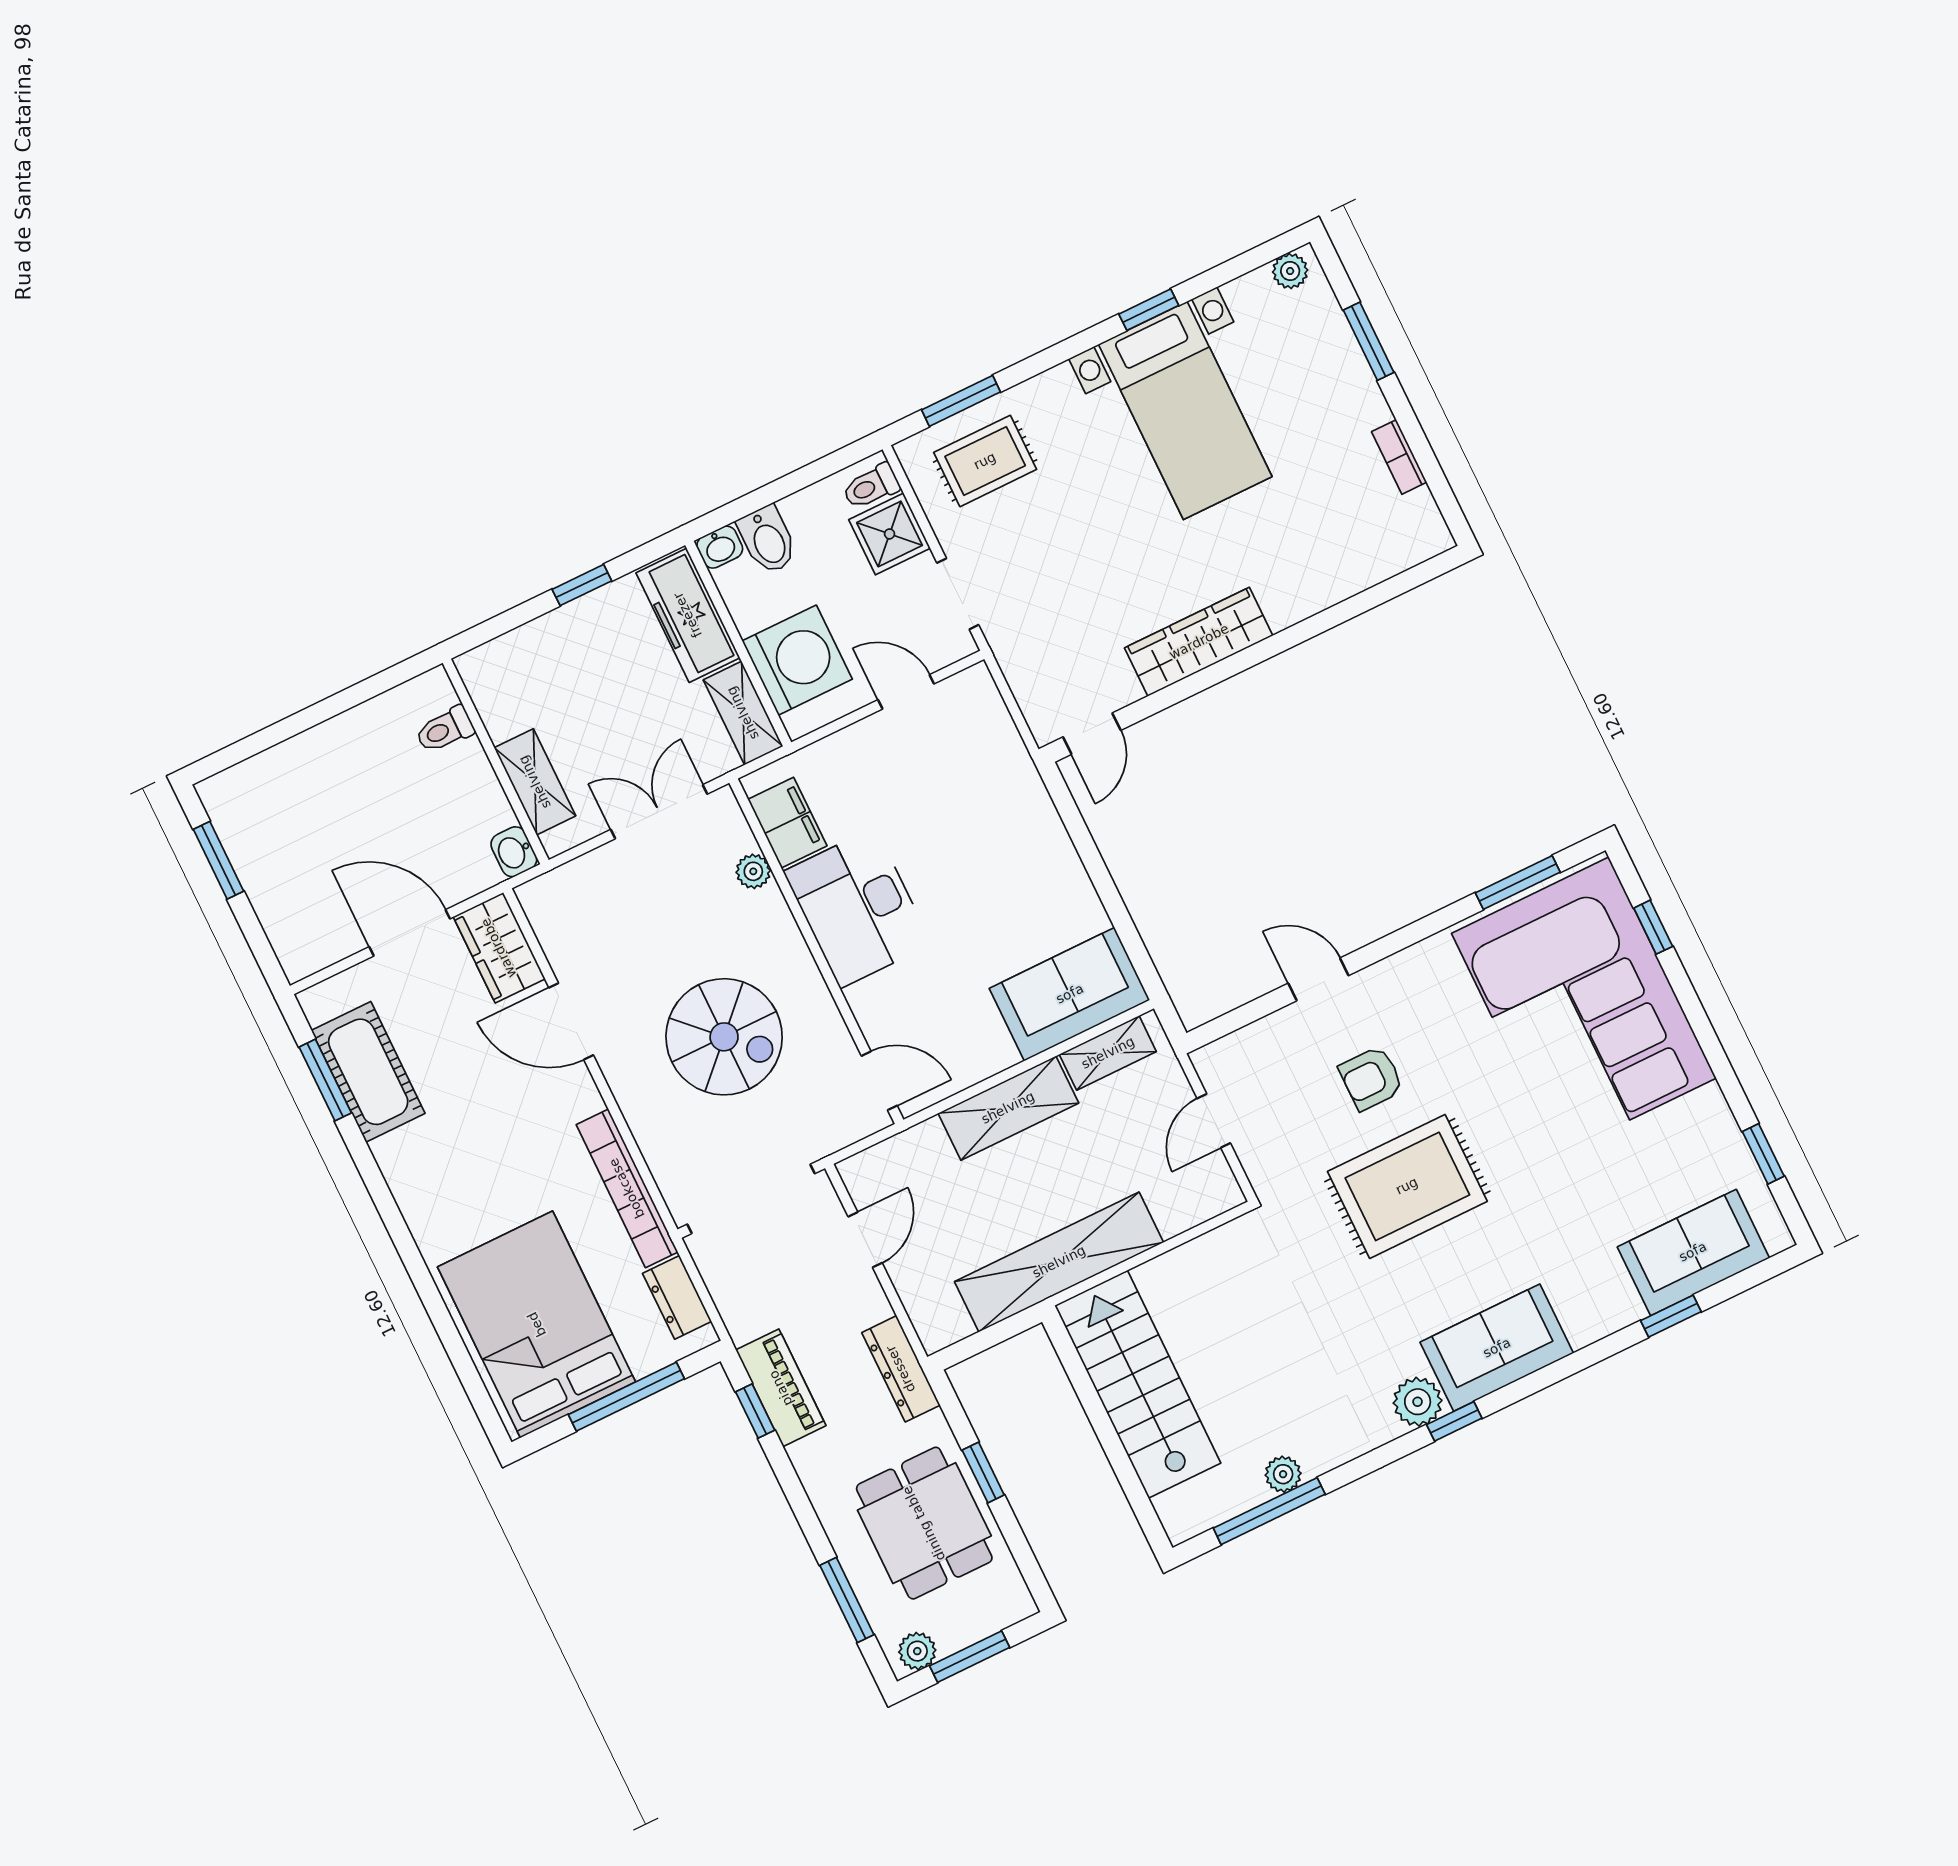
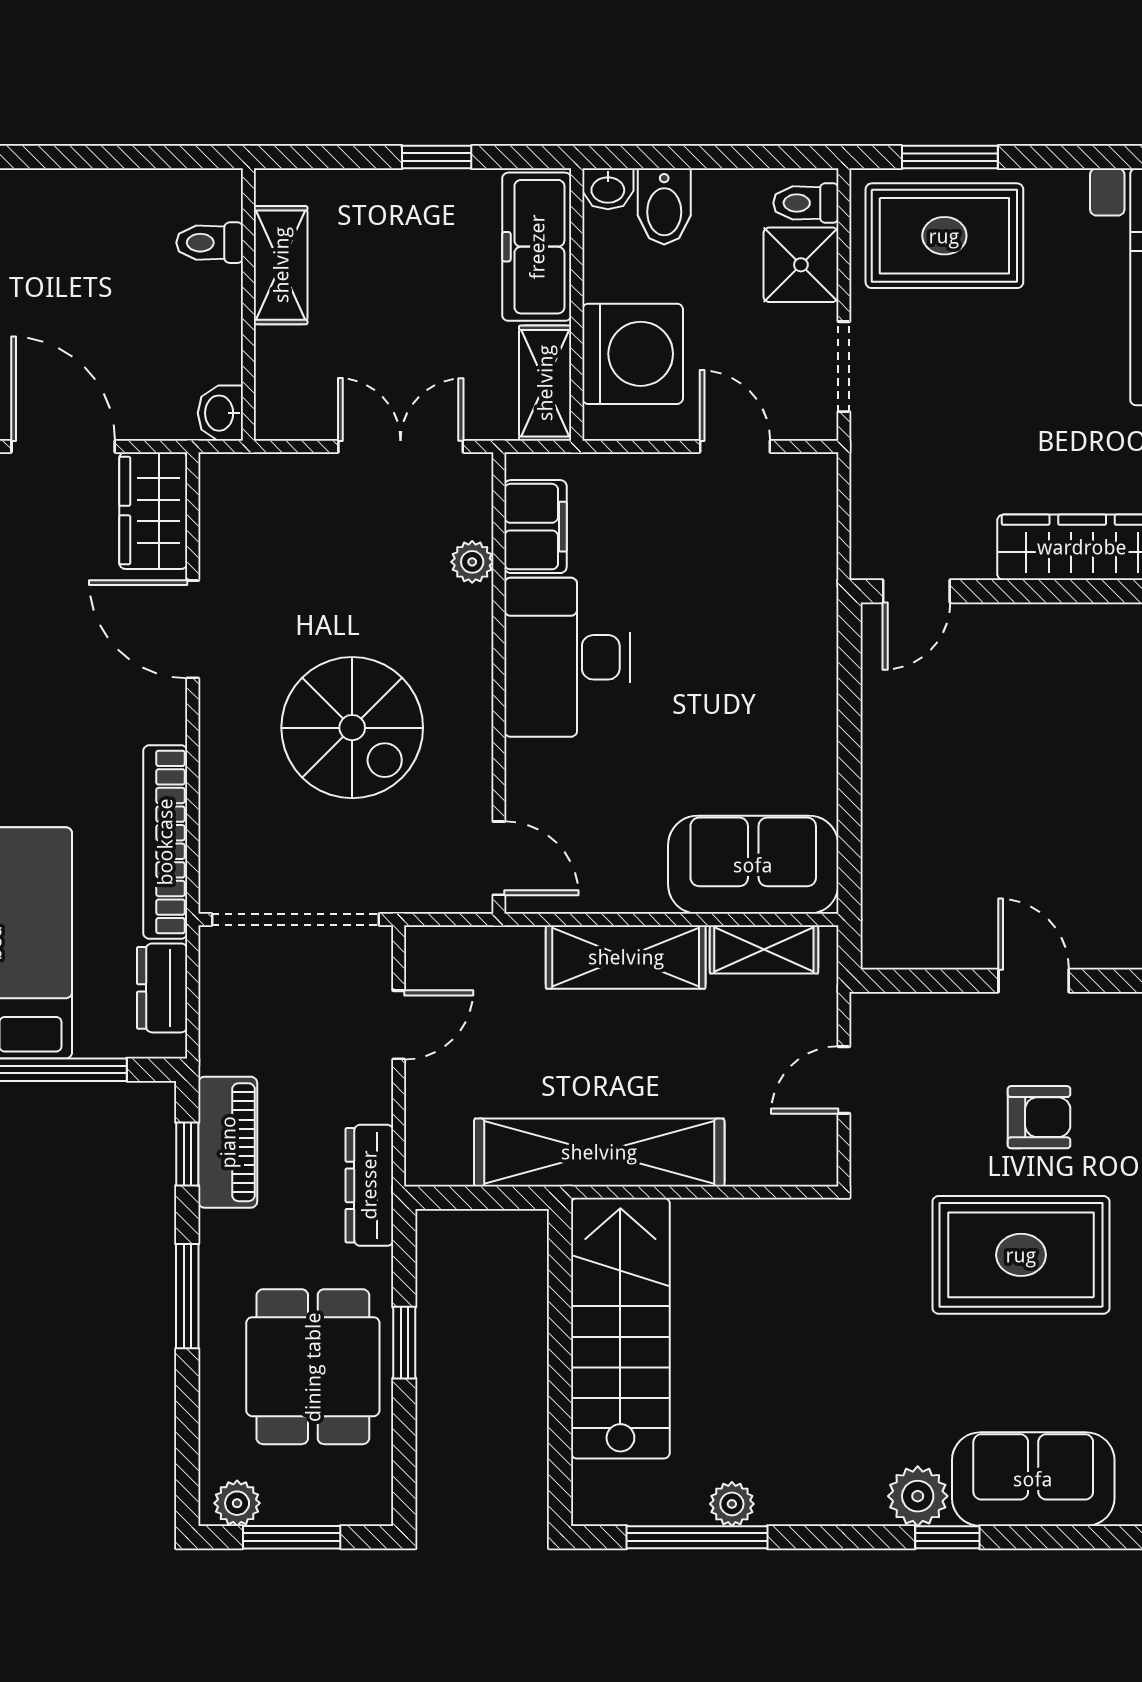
rug: (985, 461) -> (944, 236), width x1.36, depth x1.43
shelving: (535, 782) -> (281, 265), moved
armchair: (1371, 1078) -> (1039, 1117), turned 180
window: (847, 1600) -> (187, 1296), moved

